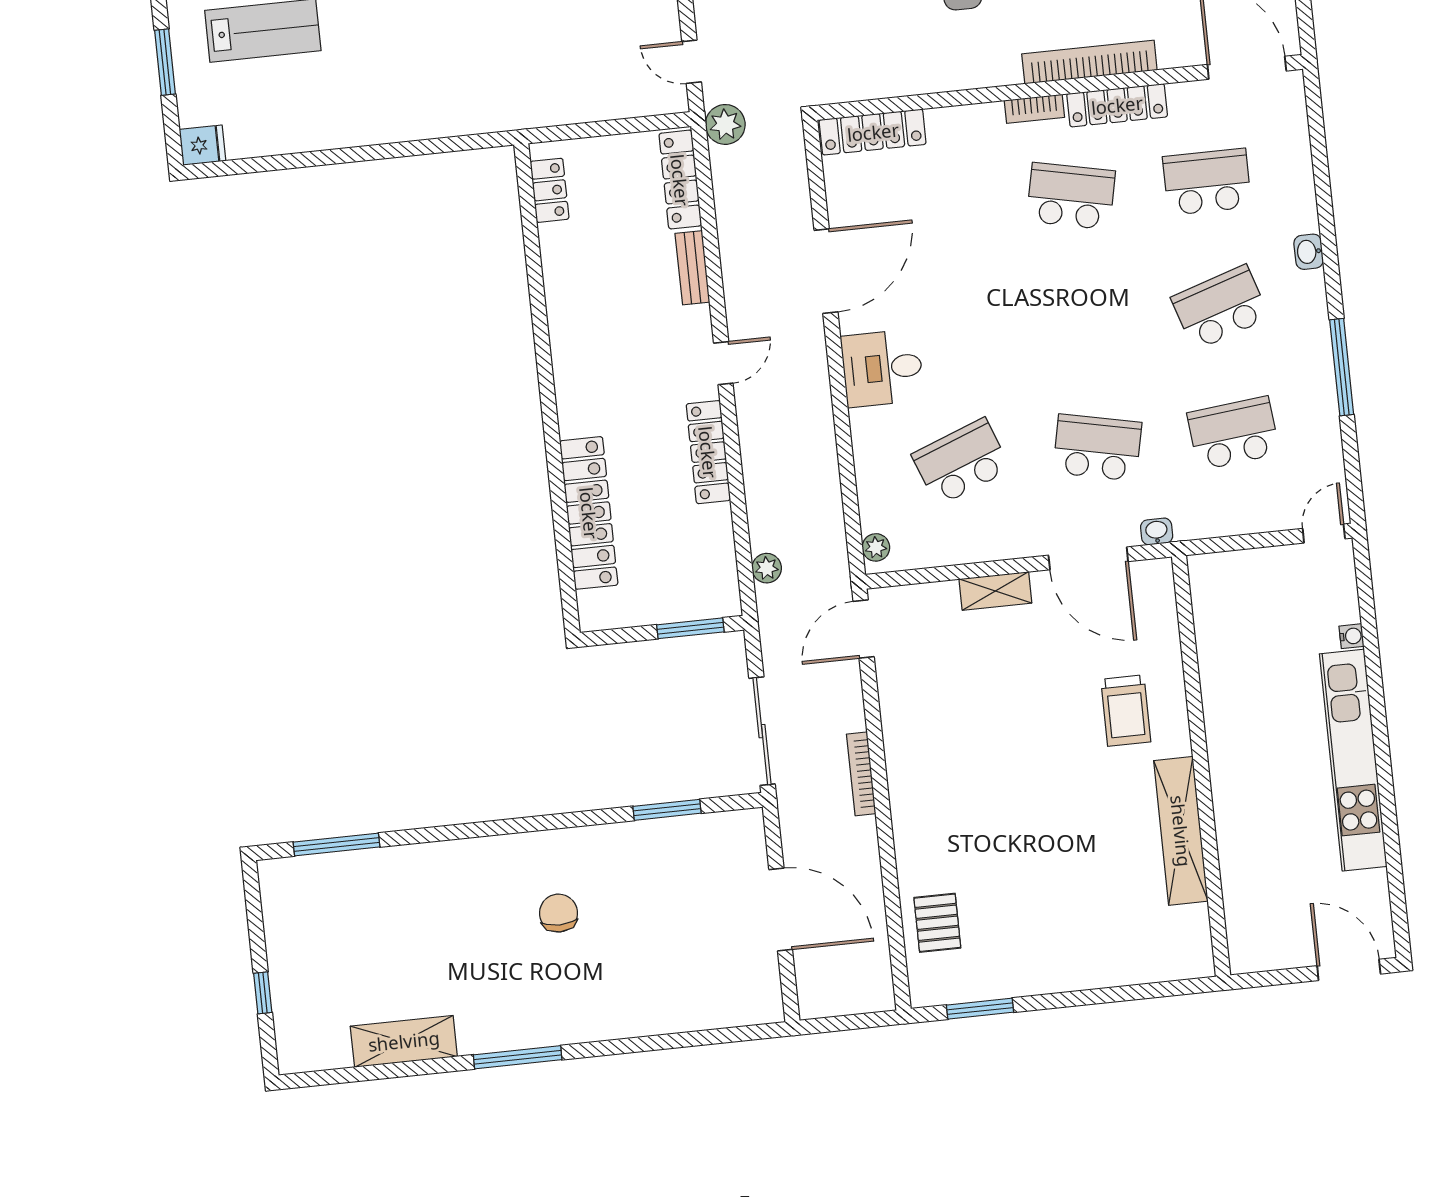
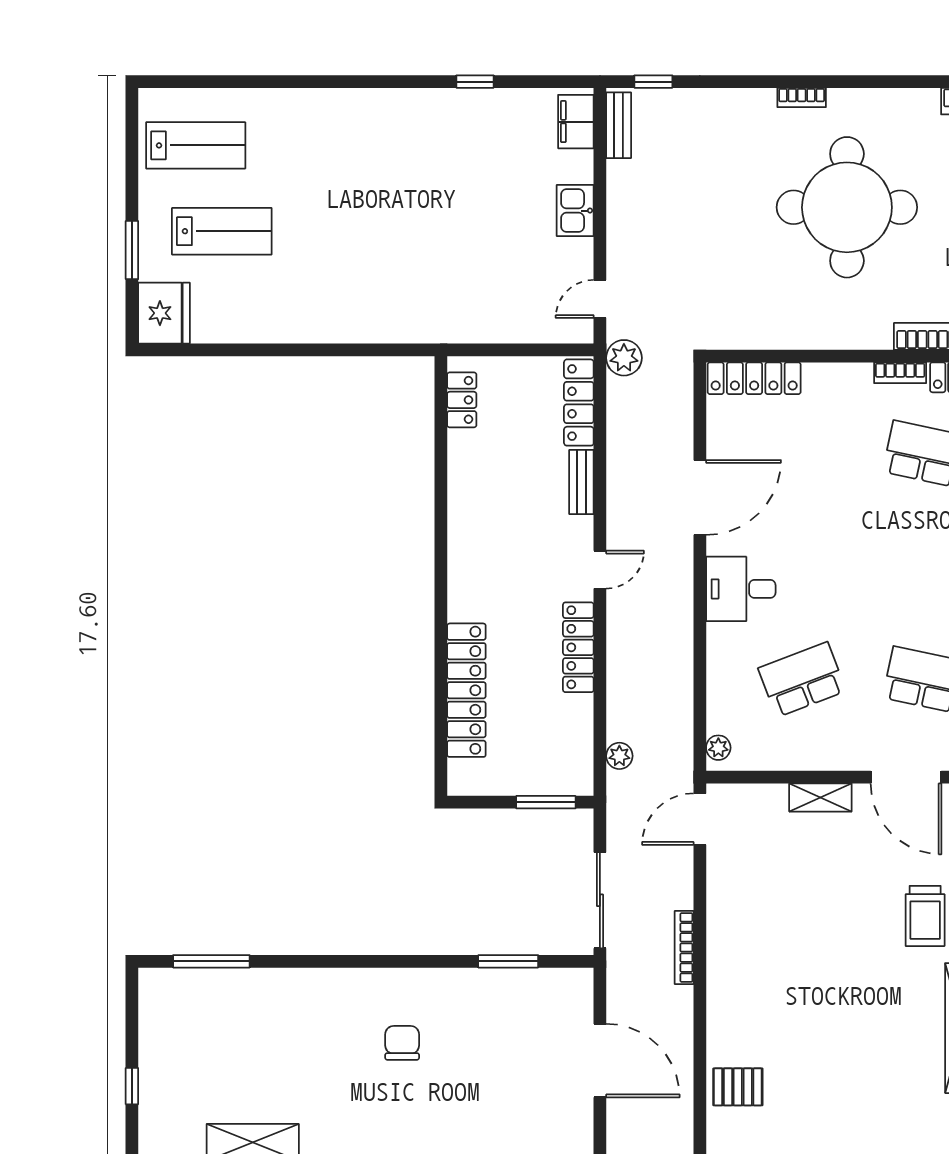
door: (692, 62) -> (600, 299), hinge flipped
fridge: (202, 145) -> (164, 313), width x1.88, depth x1.34
pallet: (937, 923) -> (738, 1087), turned 90

